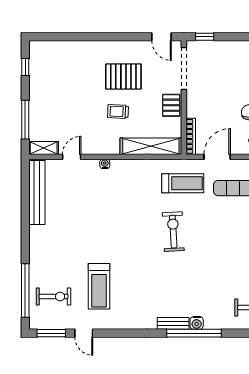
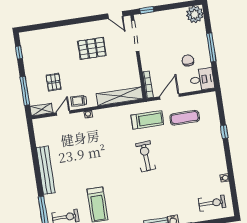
pallet: (171, 105) -> (54, 82), moved
trolley: (118, 112) -> (79, 101), moved
bench: (37, 193) -> (46, 170), moved

